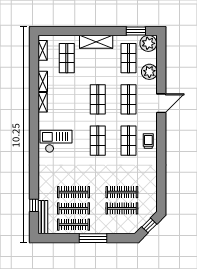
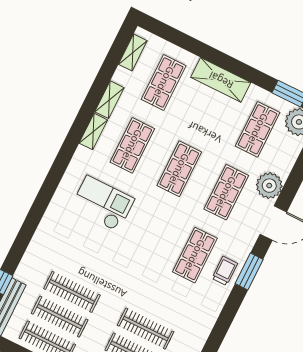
plant: (149, 72) -> (269, 186), moved
window: (161, 135) -> (249, 271), added
checkout: (56, 141) -> (103, 204), moved
shop shelf: (98, 141) -> (132, 145), moved

